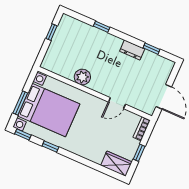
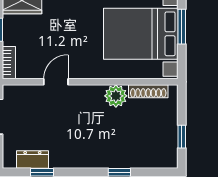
dresser: (132, 50) -> (32, 160), moved
shoe rack: (60, 71) -> (148, 91), added

